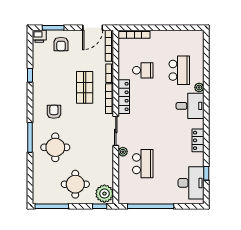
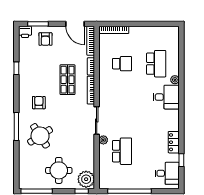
door: (93, 28) -> (75, 24), hinge flipped
locker: (124, 97) -> (104, 88), removed
locker: (198, 140) -> (174, 142), moved
round table: (55, 147) -> (40, 136), turned -33
desk: (191, 183) -> (167, 173), width x0.73

